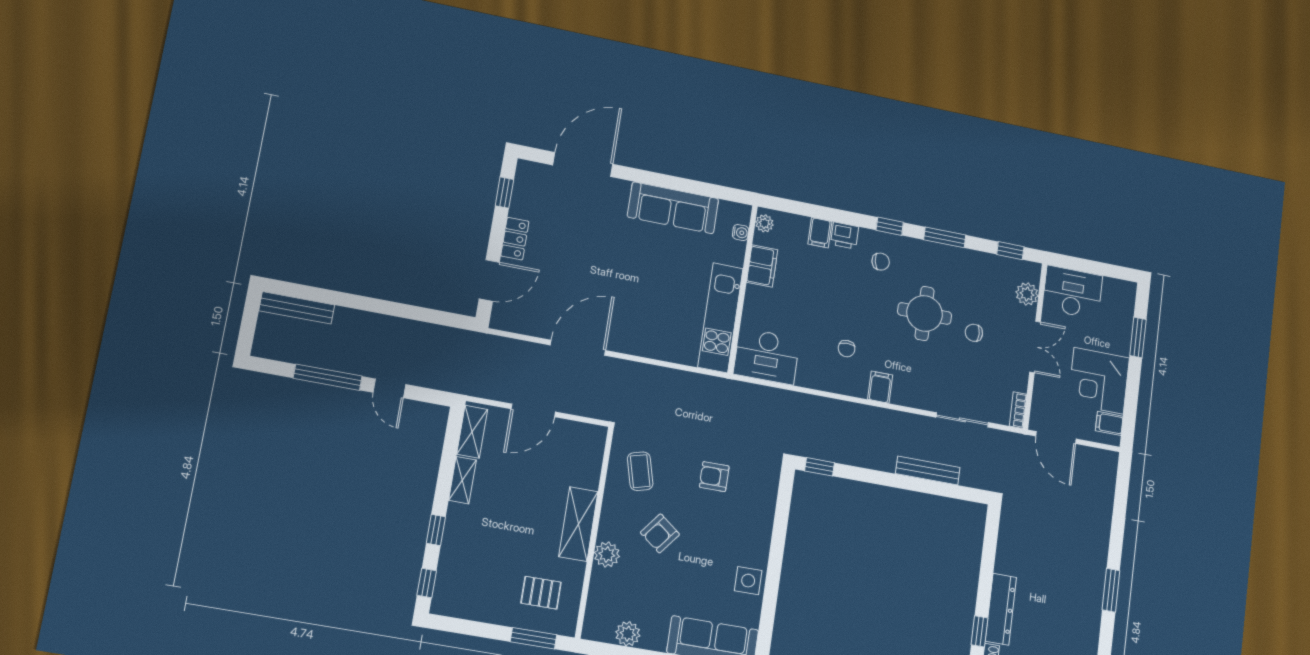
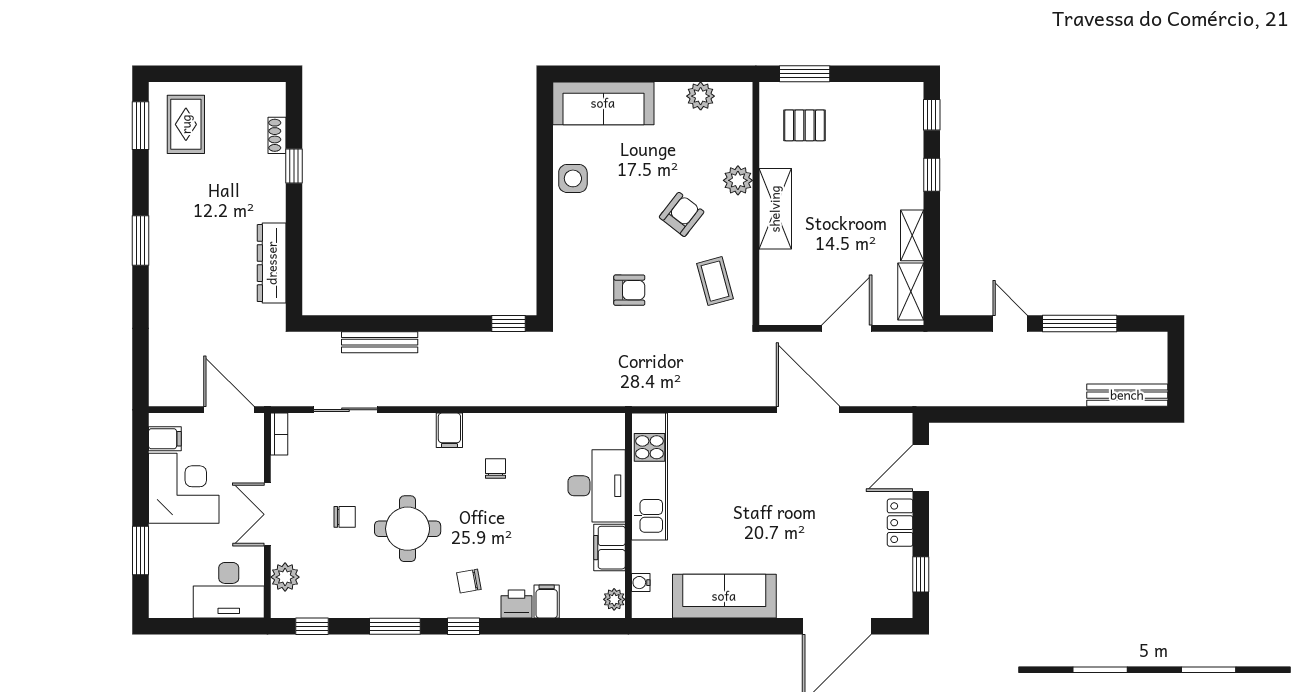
door: (578, 348) -> (808, 410), swing flipped
desk: (767, 356) -> (597, 486), moved, turned 90
dresser: (1001, 609) -> (272, 263), moved

